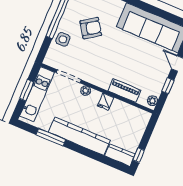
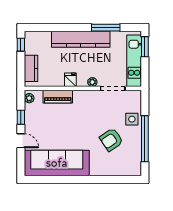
window: (27, 90) -> (145, 47), moved
kitchen counter: (120, 155) -> (31, 68), moved, turned -90

